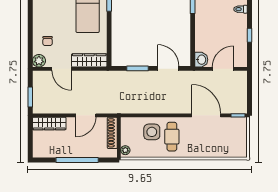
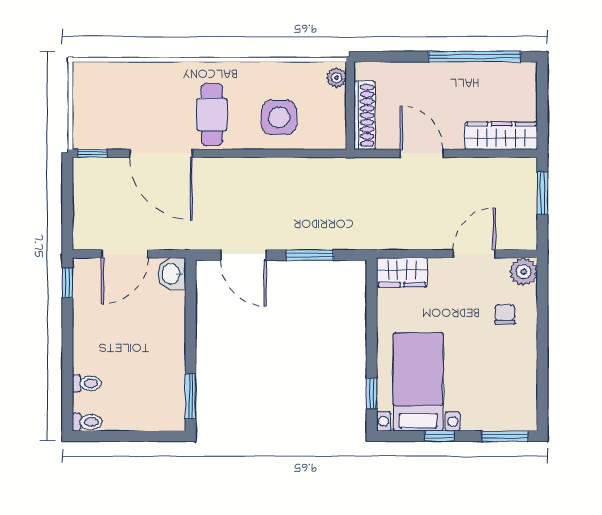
window: (249, 35) -> (67, 283), moved
wardrobe: (89, 60) -> (402, 272), width x0.67
door: (62, 69) -> (474, 254), hinge flipped
door: (86, 115) -> (422, 153), hinge flipped
cafe table: (172, 137) -> (212, 114), moved
window: (77, 160) -> (475, 57), moved

